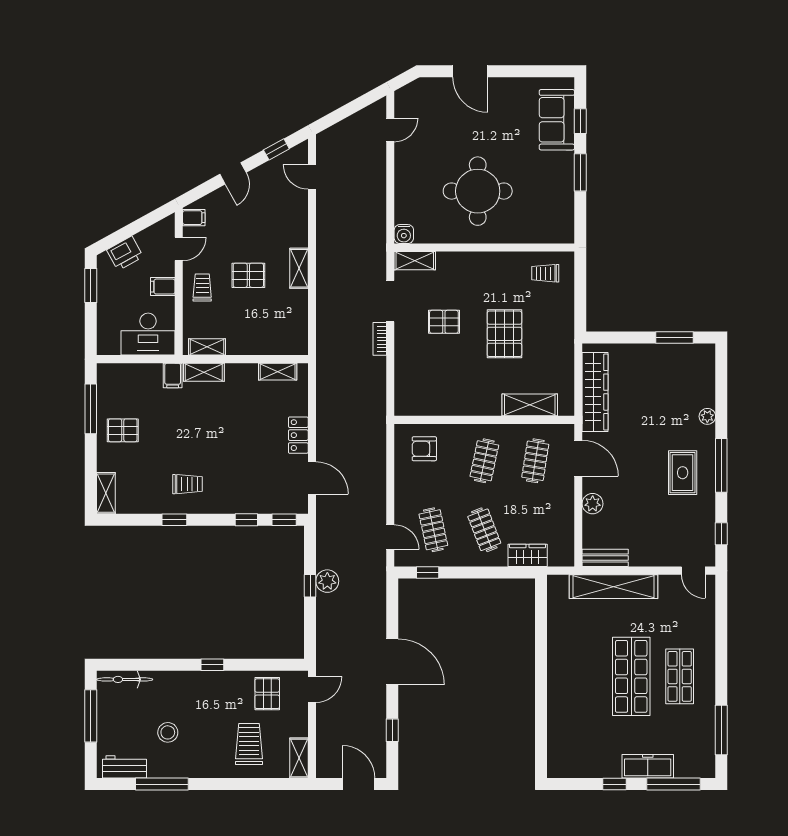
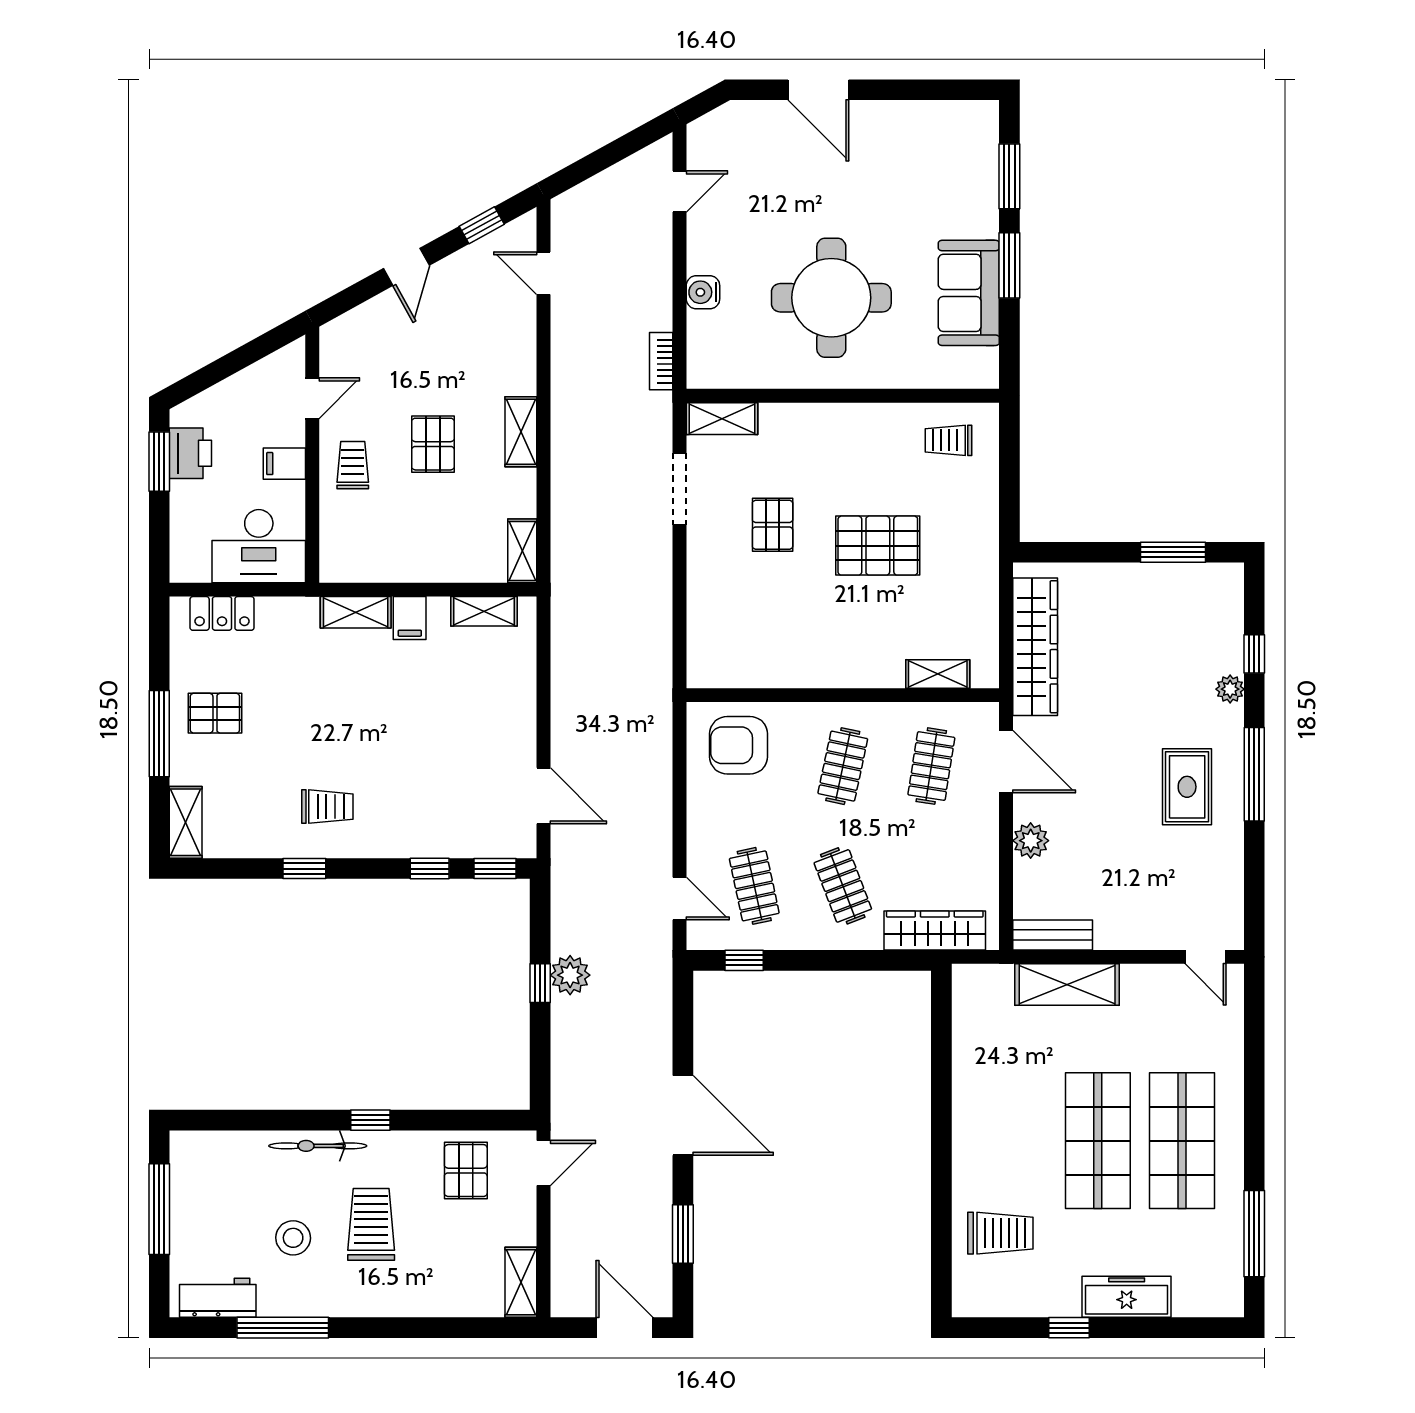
sofa: (557, 120) -> (969, 293), moved
window: (580, 121) -> (1009, 176), width x1.50
filing cabinet: (194, 218) -> (338, 344), removed
water cooler: (404, 234) -> (703, 292), moved, turned 90
printer: (125, 253) -> (190, 453), moved, turned -61
pallet: (248, 275) -> (433, 444), turned 90
pallet: (444, 322) -> (773, 525), turned 90
pallet: (504, 334) -> (878, 546), turned 90
bookcase: (380, 339) -> (661, 361), moved
shelving: (207, 347) -> (522, 551), moved, turned 90
filing cabinet: (173, 376) -> (410, 618), moved
shelving: (530, 405) -> (938, 674), width x0.67, depth x0.75
window: (91, 409) -> (159, 734), moved
locker: (298, 435) -> (222, 613), moved, turned -90
armchair: (424, 449) -> (739, 745), width x1.38, depth x1.38
window: (721, 534) -> (1254, 654), moved
wardrobe: (528, 555) -> (935, 931), width x1.50
shelving: (613, 587) -> (1067, 985), width x0.68
shop shelf: (680, 676) -> (1182, 1141), width x1.43, depth x1.36
bicycle: (125, 679) -> (318, 1146), moved
window: (392, 730) -> (683, 1234), width x1.50
trolley: (575, 730) -> (1000, 1233), added
trolley: (249, 744) -> (371, 1224), moved
window: (674, 784) -> (1171, 1328), removed

